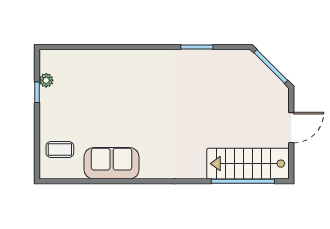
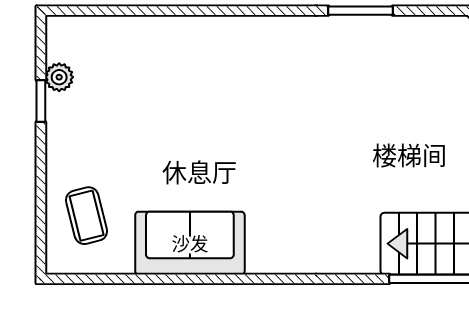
coffee table: (60, 150) -> (87, 216), turned 76

